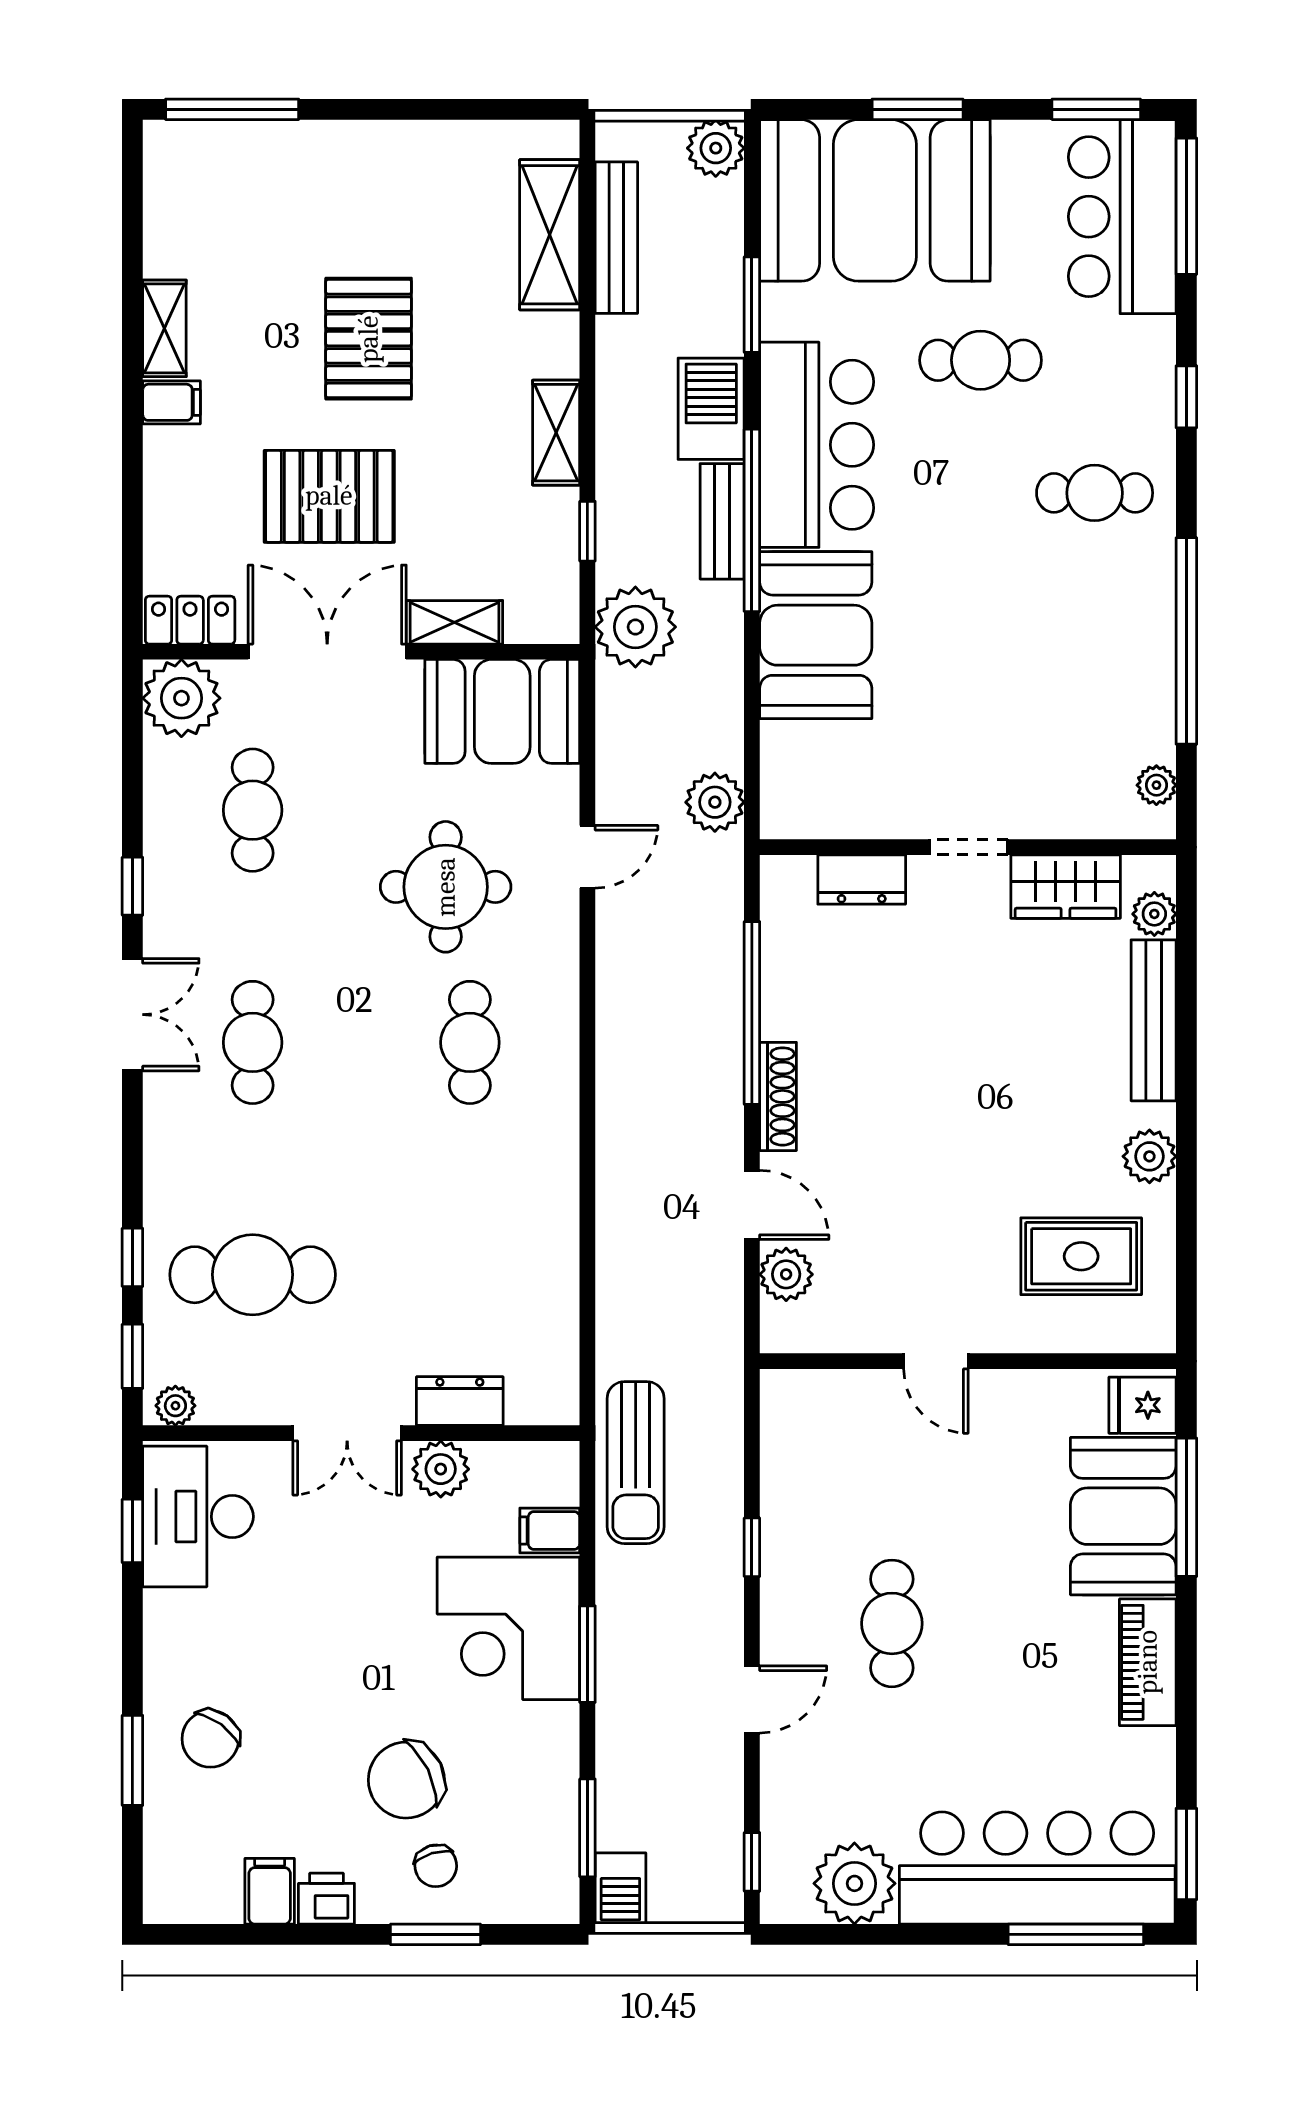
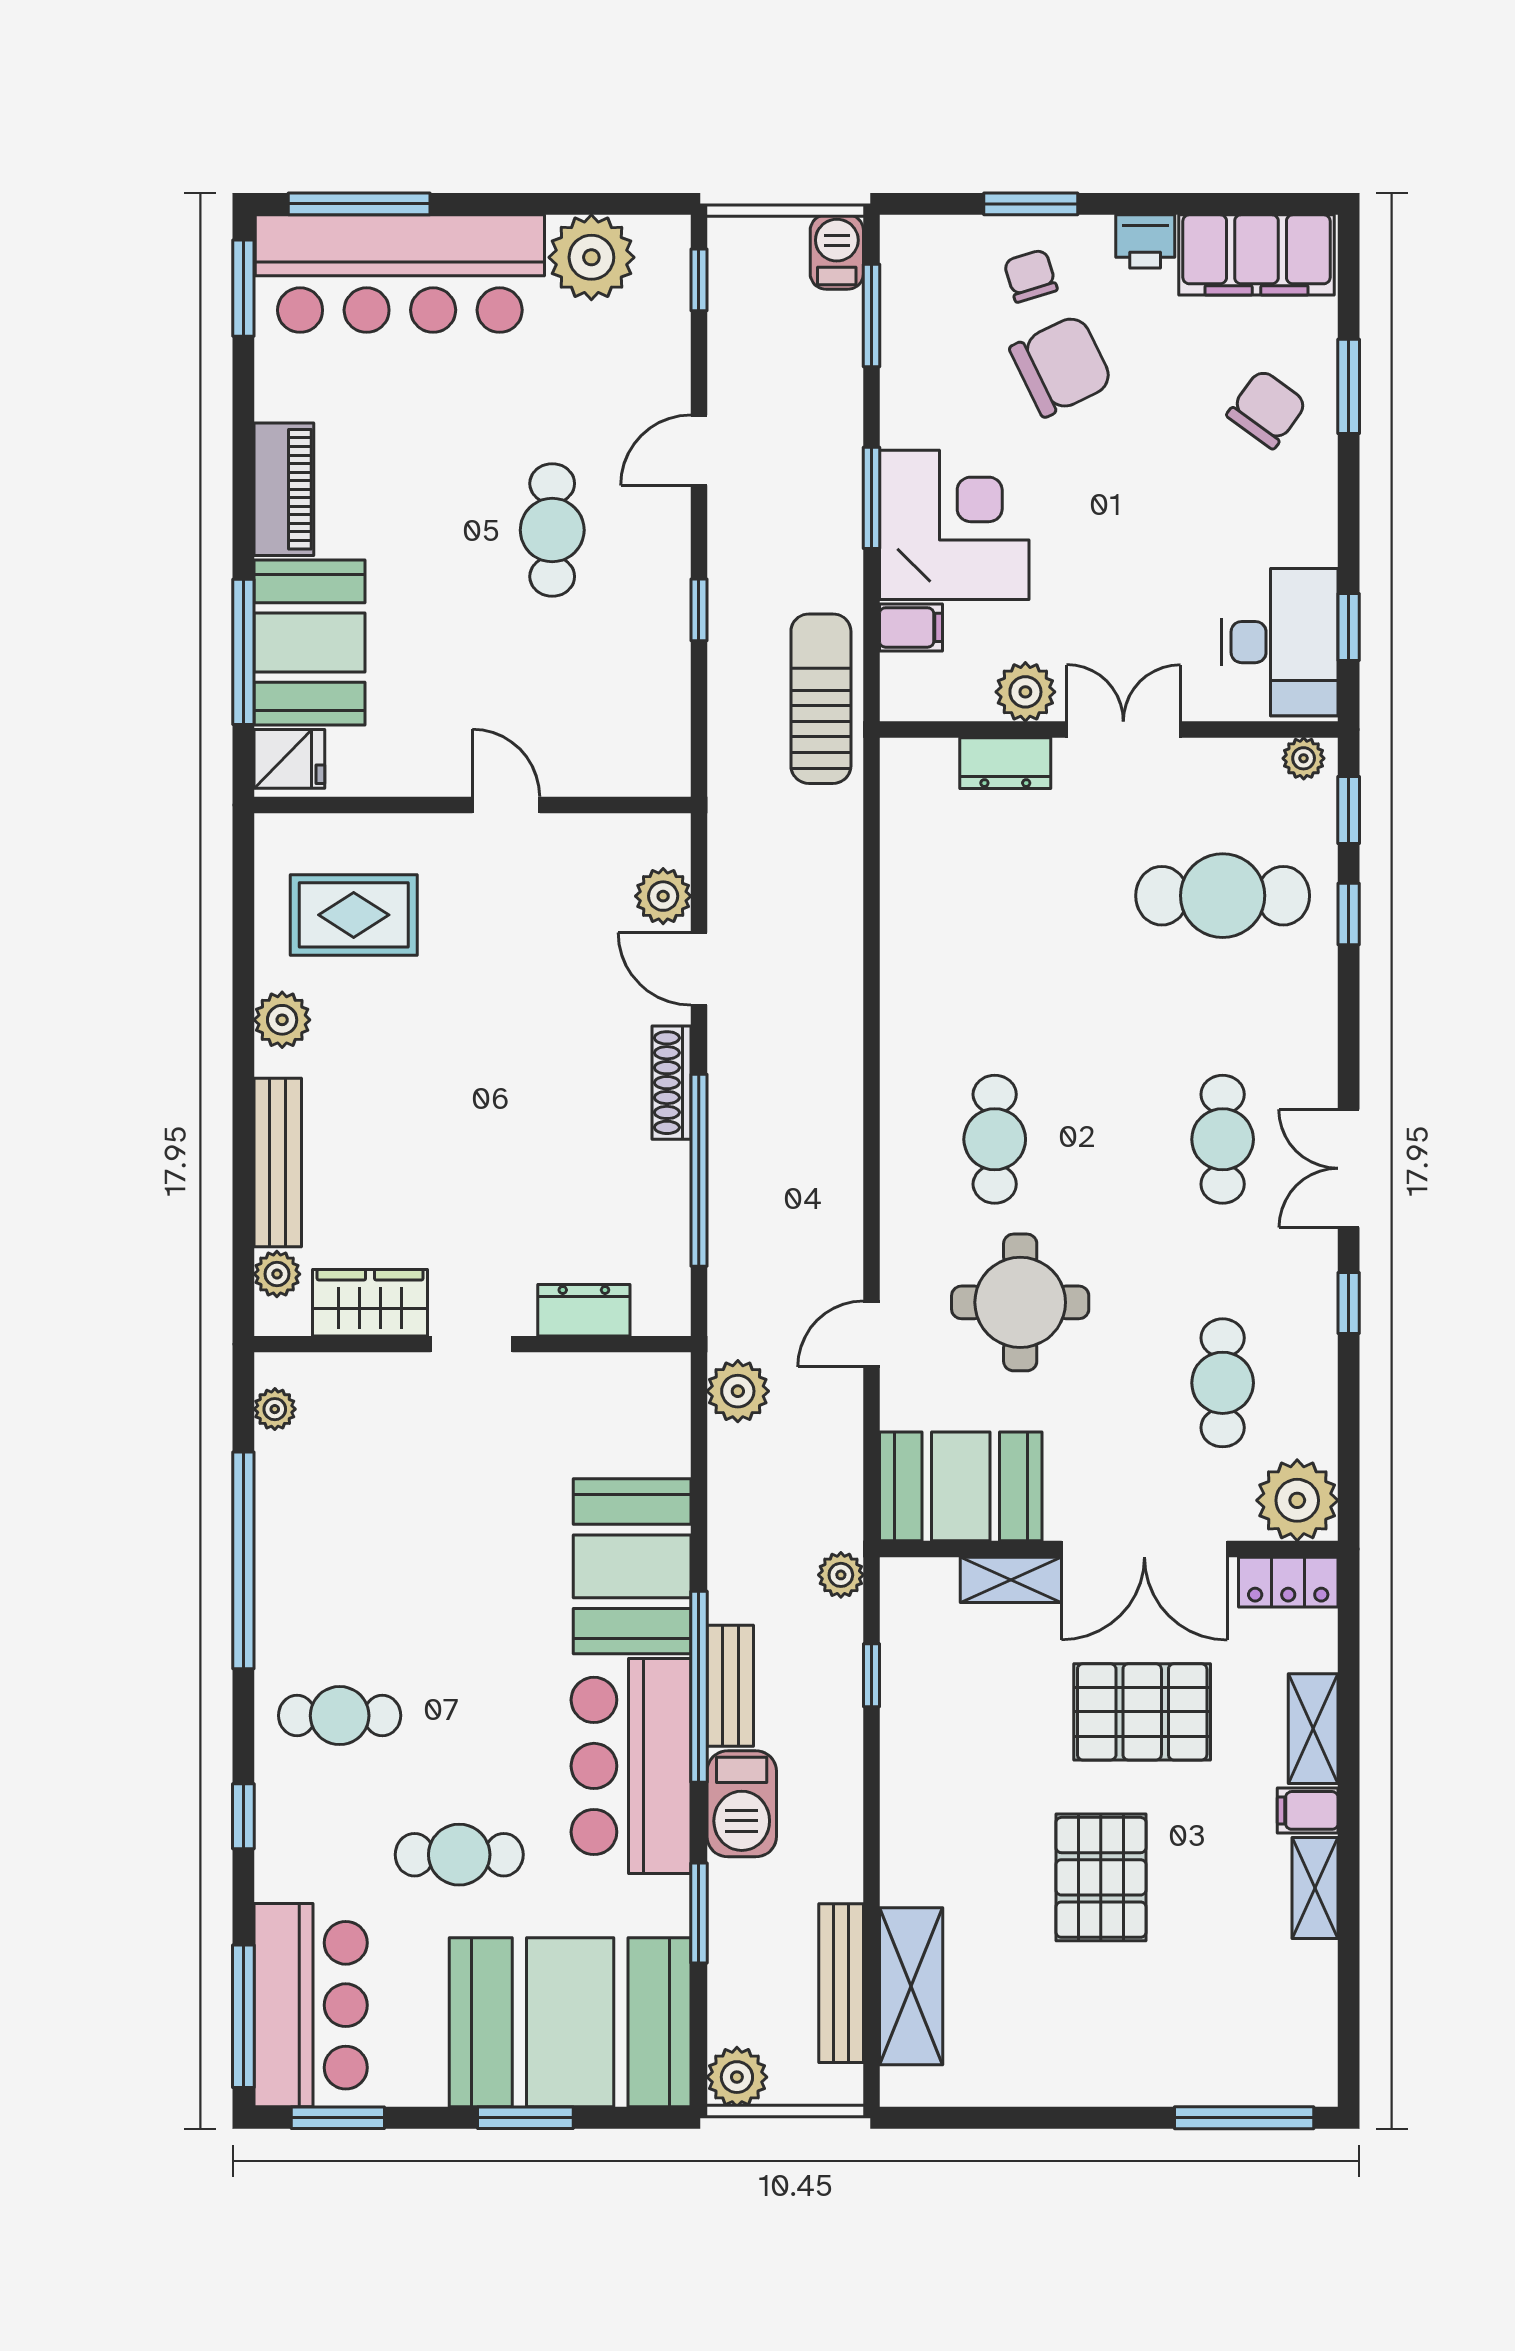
shelving: (556, 433) -> (1313, 1729), moved
plant: (635, 627) -> (841, 1575), width x0.53, depth x0.53
filing cabinet: (270, 1891) -> (1256, 255), width x3.00, depth x1.17

